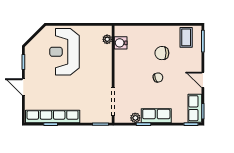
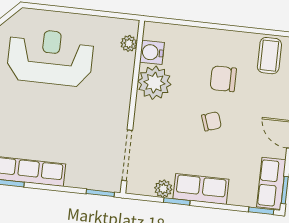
reception desk: (64, 52) -> (50, 57), turned 90
plant: (124, 60) -> (154, 83), added

